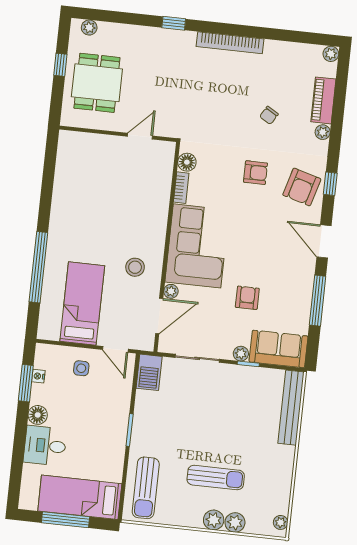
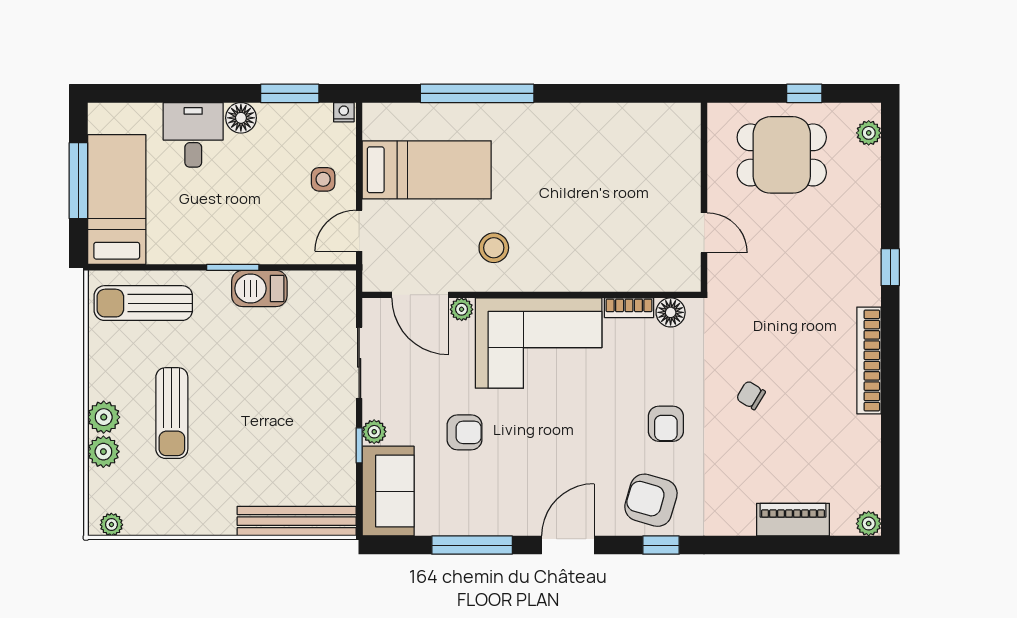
chair: (269, 115) -> (751, 395), moved
plant: (323, 132) -> (742, 524), removed
barbecue: (149, 372) -> (259, 288), moved
nightstand: (38, 376) -> (344, 112), moved

